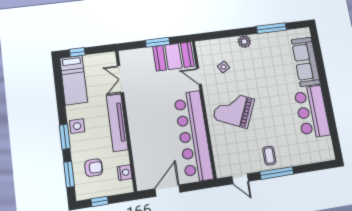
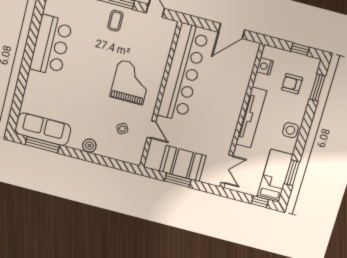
window: (271, 28) -> (42, 145), moved
booth: (174, 56) -> (183, 163), moved
sofa: (306, 62) -> (43, 129), moved, turned -90
double door: (120, 79) -> (227, 169), moved
grand piano: (234, 109) -> (131, 82), turned -114
window: (65, 137) -> (292, 173), moved

